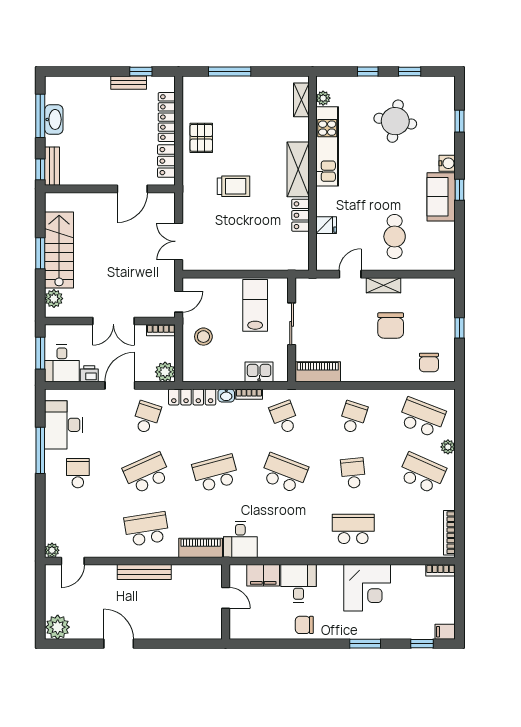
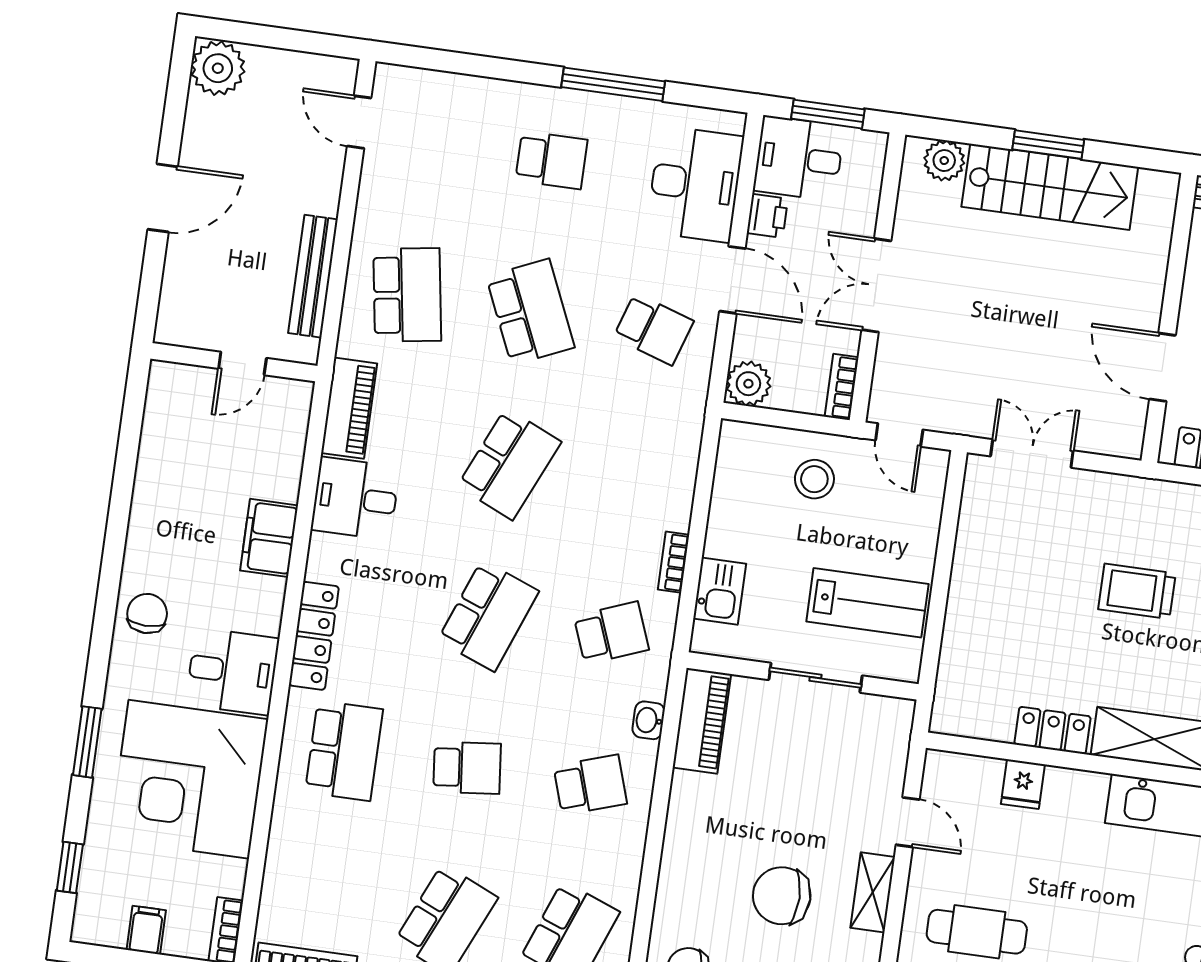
trolley: (233, 186) -> (1137, 591), turned 90
washbasin: (226, 395) -> (649, 720), moved
locker: (192, 397) -> (314, 636), moved, turned 180
school desk: (353, 417) -> (590, 785), turned -36
desk: (64, 425) -> (695, 184), moved, turned 90
school desk: (215, 473) -> (509, 464), turned 39
plant: (52, 550) -> (389, 79), removed
desk: (298, 583) -> (232, 671), moved
corner desk: (367, 588) -> (189, 779), width x1.36, depth x1.36
door: (226, 598) -> (242, 363), moved
wall: (226, 602) -> (234, 362), moved
filing cabinet: (445, 632) -> (146, 930), moved

